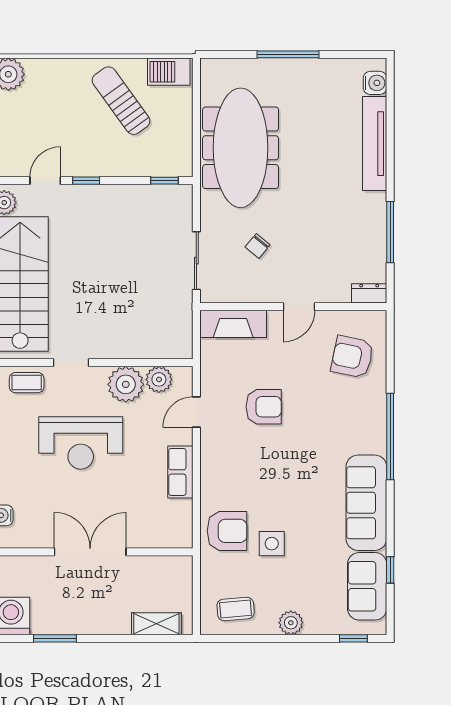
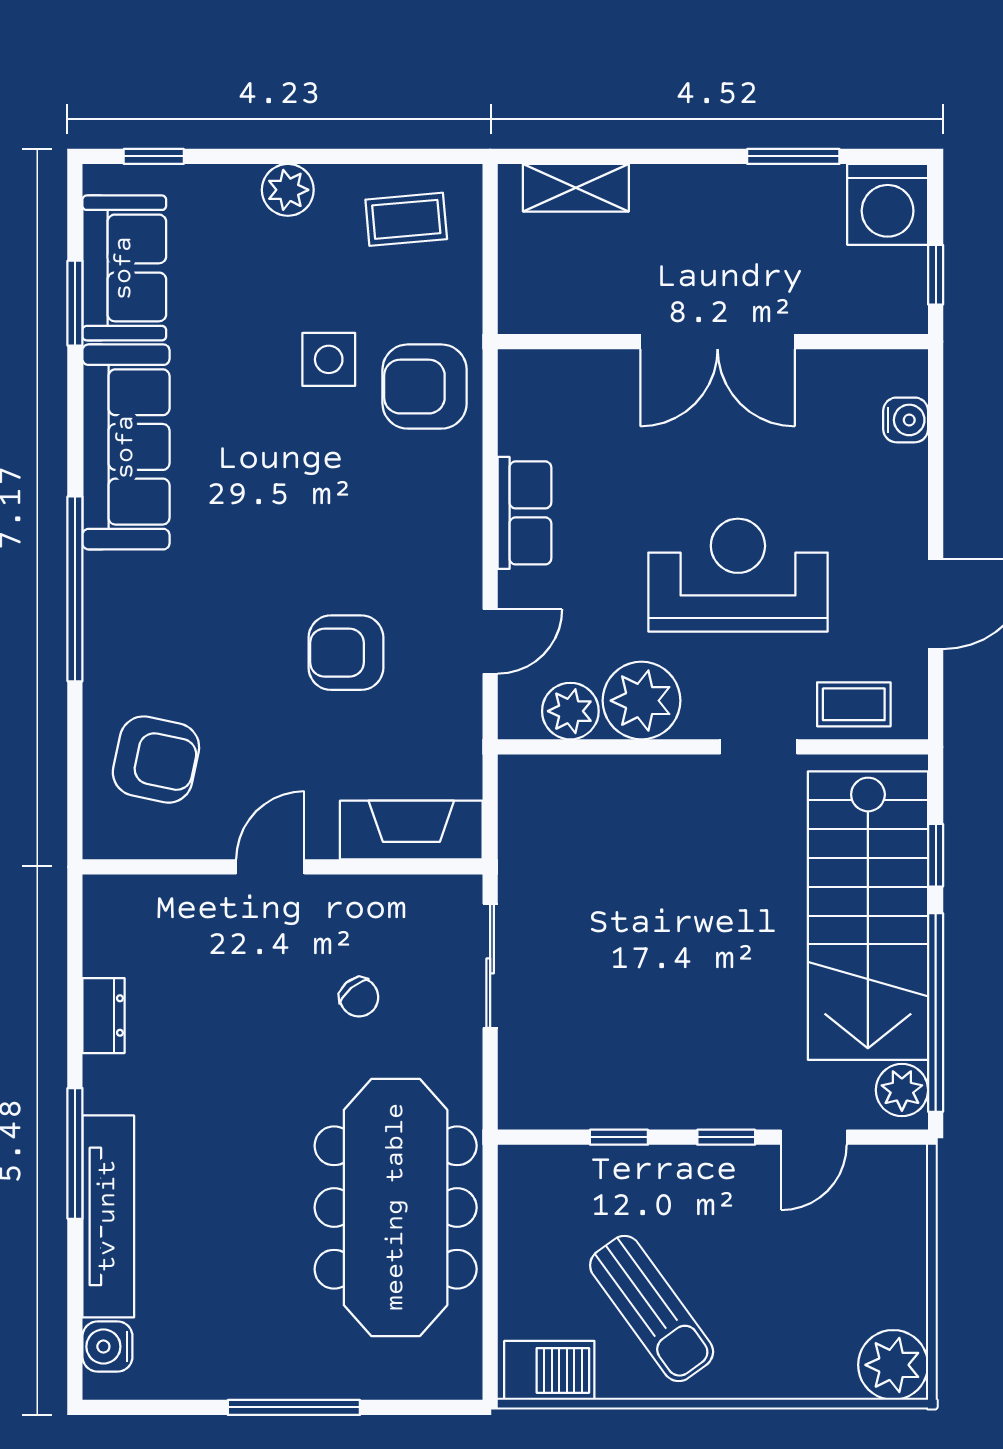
window: (165, 181) -> (619, 1137), moved
window: (390, 232) -> (75, 1153), moved
chair: (258, 246) -> (359, 997), turned 101
dresser: (369, 293) -> (103, 1016), moved, turned -90
window: (390, 570) -> (75, 303), width x1.50

